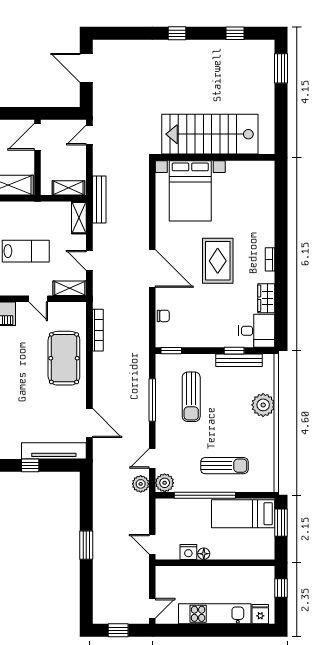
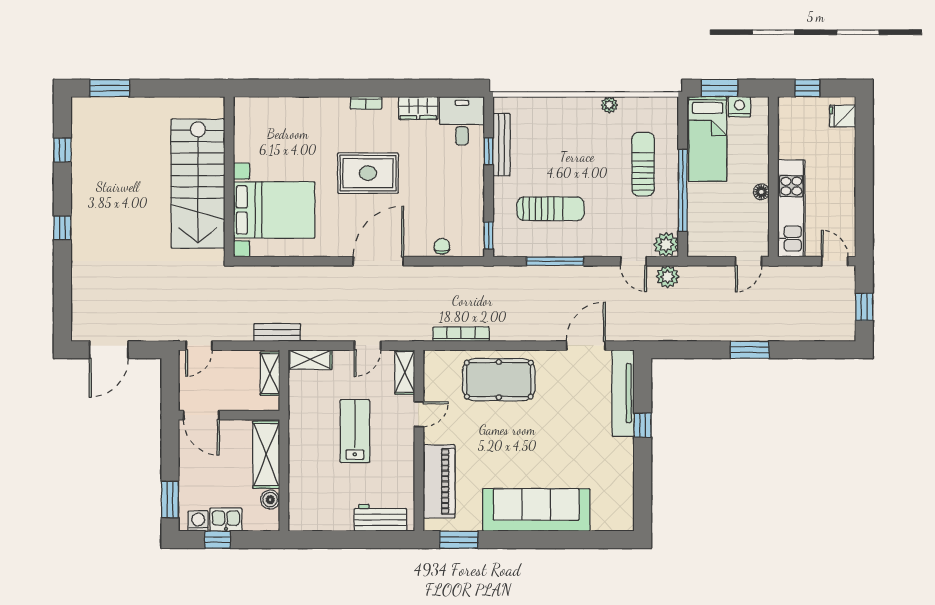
door: (89, 135) -> (199, 346), hinge flipped
bench: (99, 199) -> (277, 332), width x0.73
plant: (263, 405) -> (609, 105), moved, width x0.53, depth x0.53
nightstand: (188, 552) -> (739, 107), moved, turned -90
kitchen unit: (215, 614) -> (791, 208), moved, turned 180

